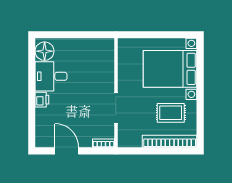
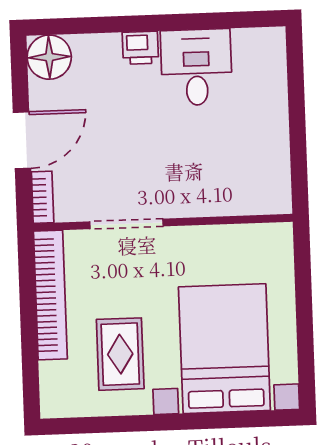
floor lamp: (45, 51) -> (49, 57), moved
bookcase: (170, 141) -> (50, 295), moved
door: (67, 151) -> (22, 140), moved

